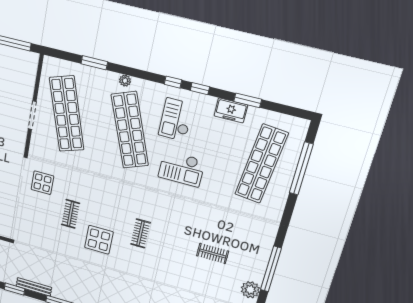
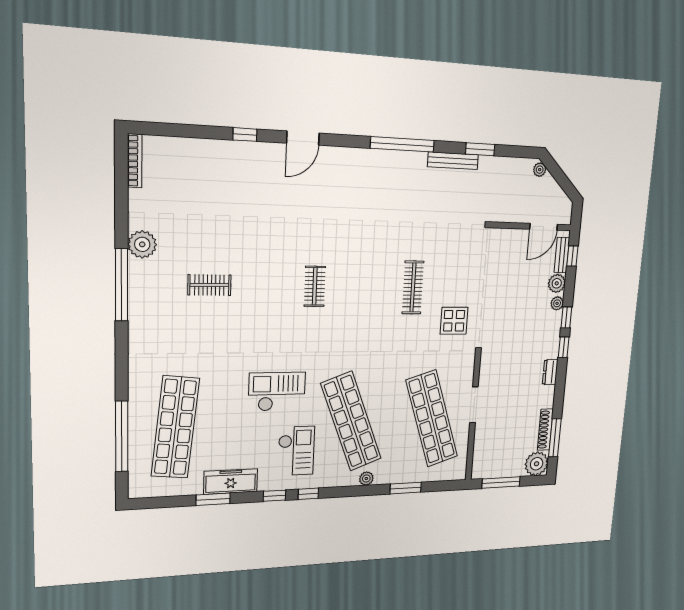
freezer: (231, 110) -> (231, 482), width x1.40
clothes rail: (71, 214) -> (413, 288), width x1.36
display table: (99, 240) -> (370, 261), removed

